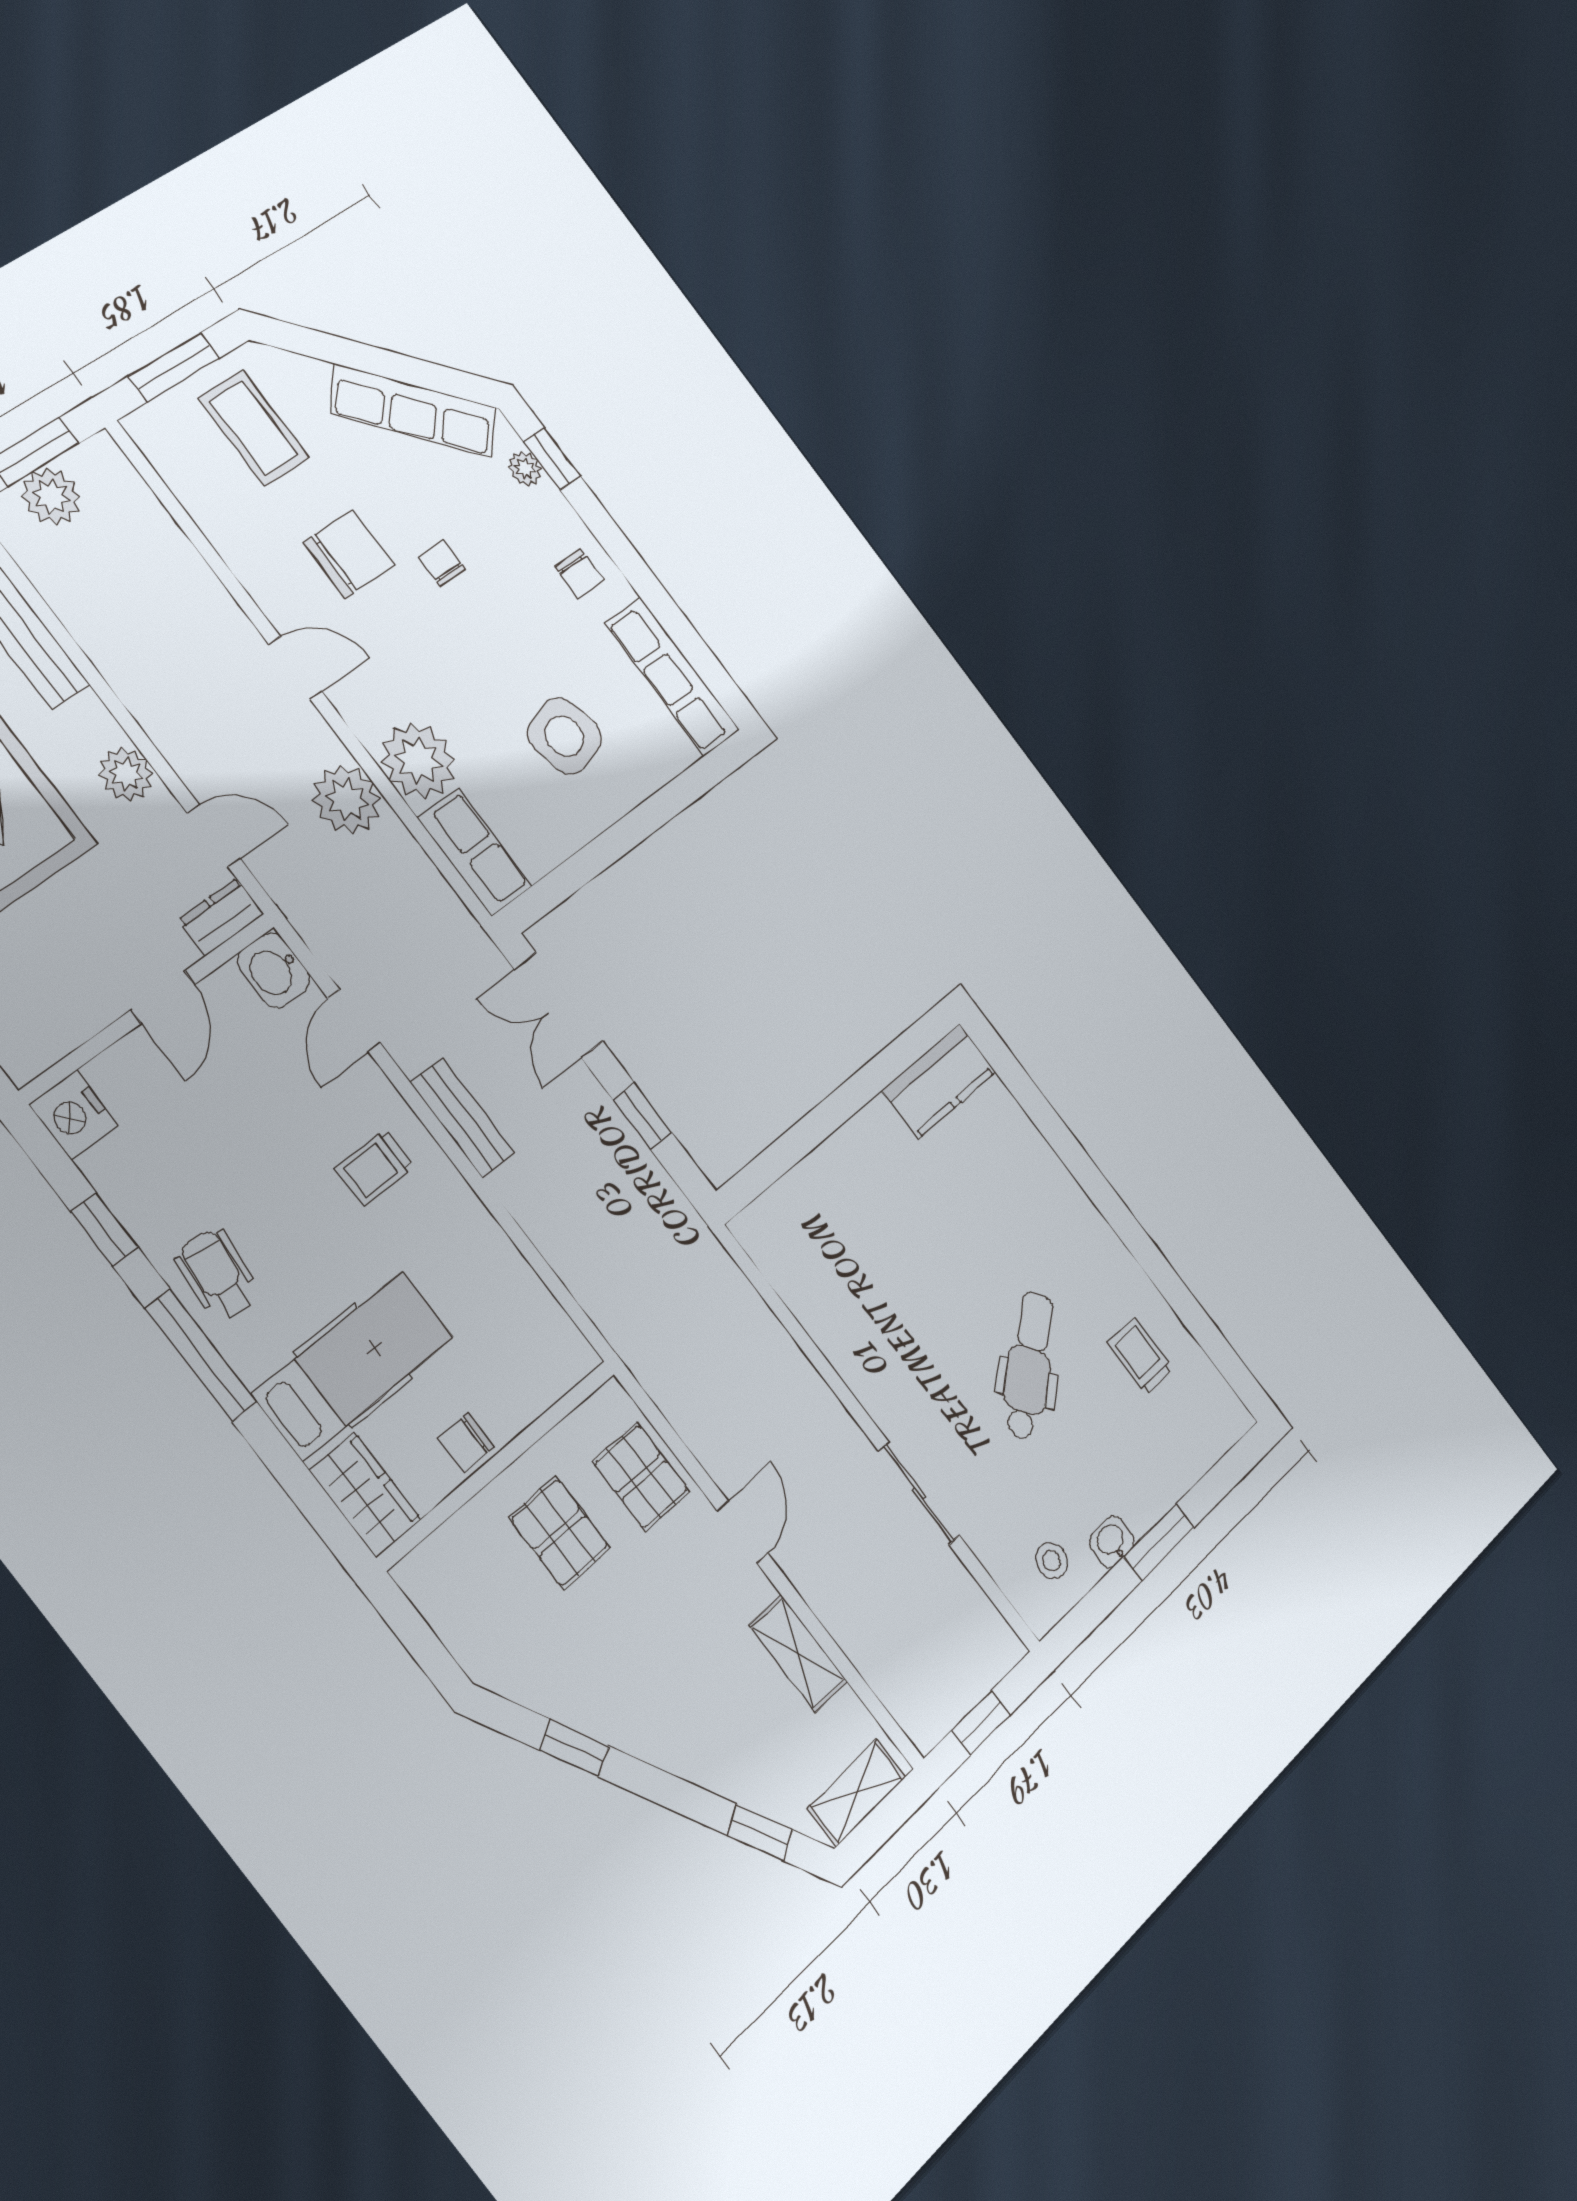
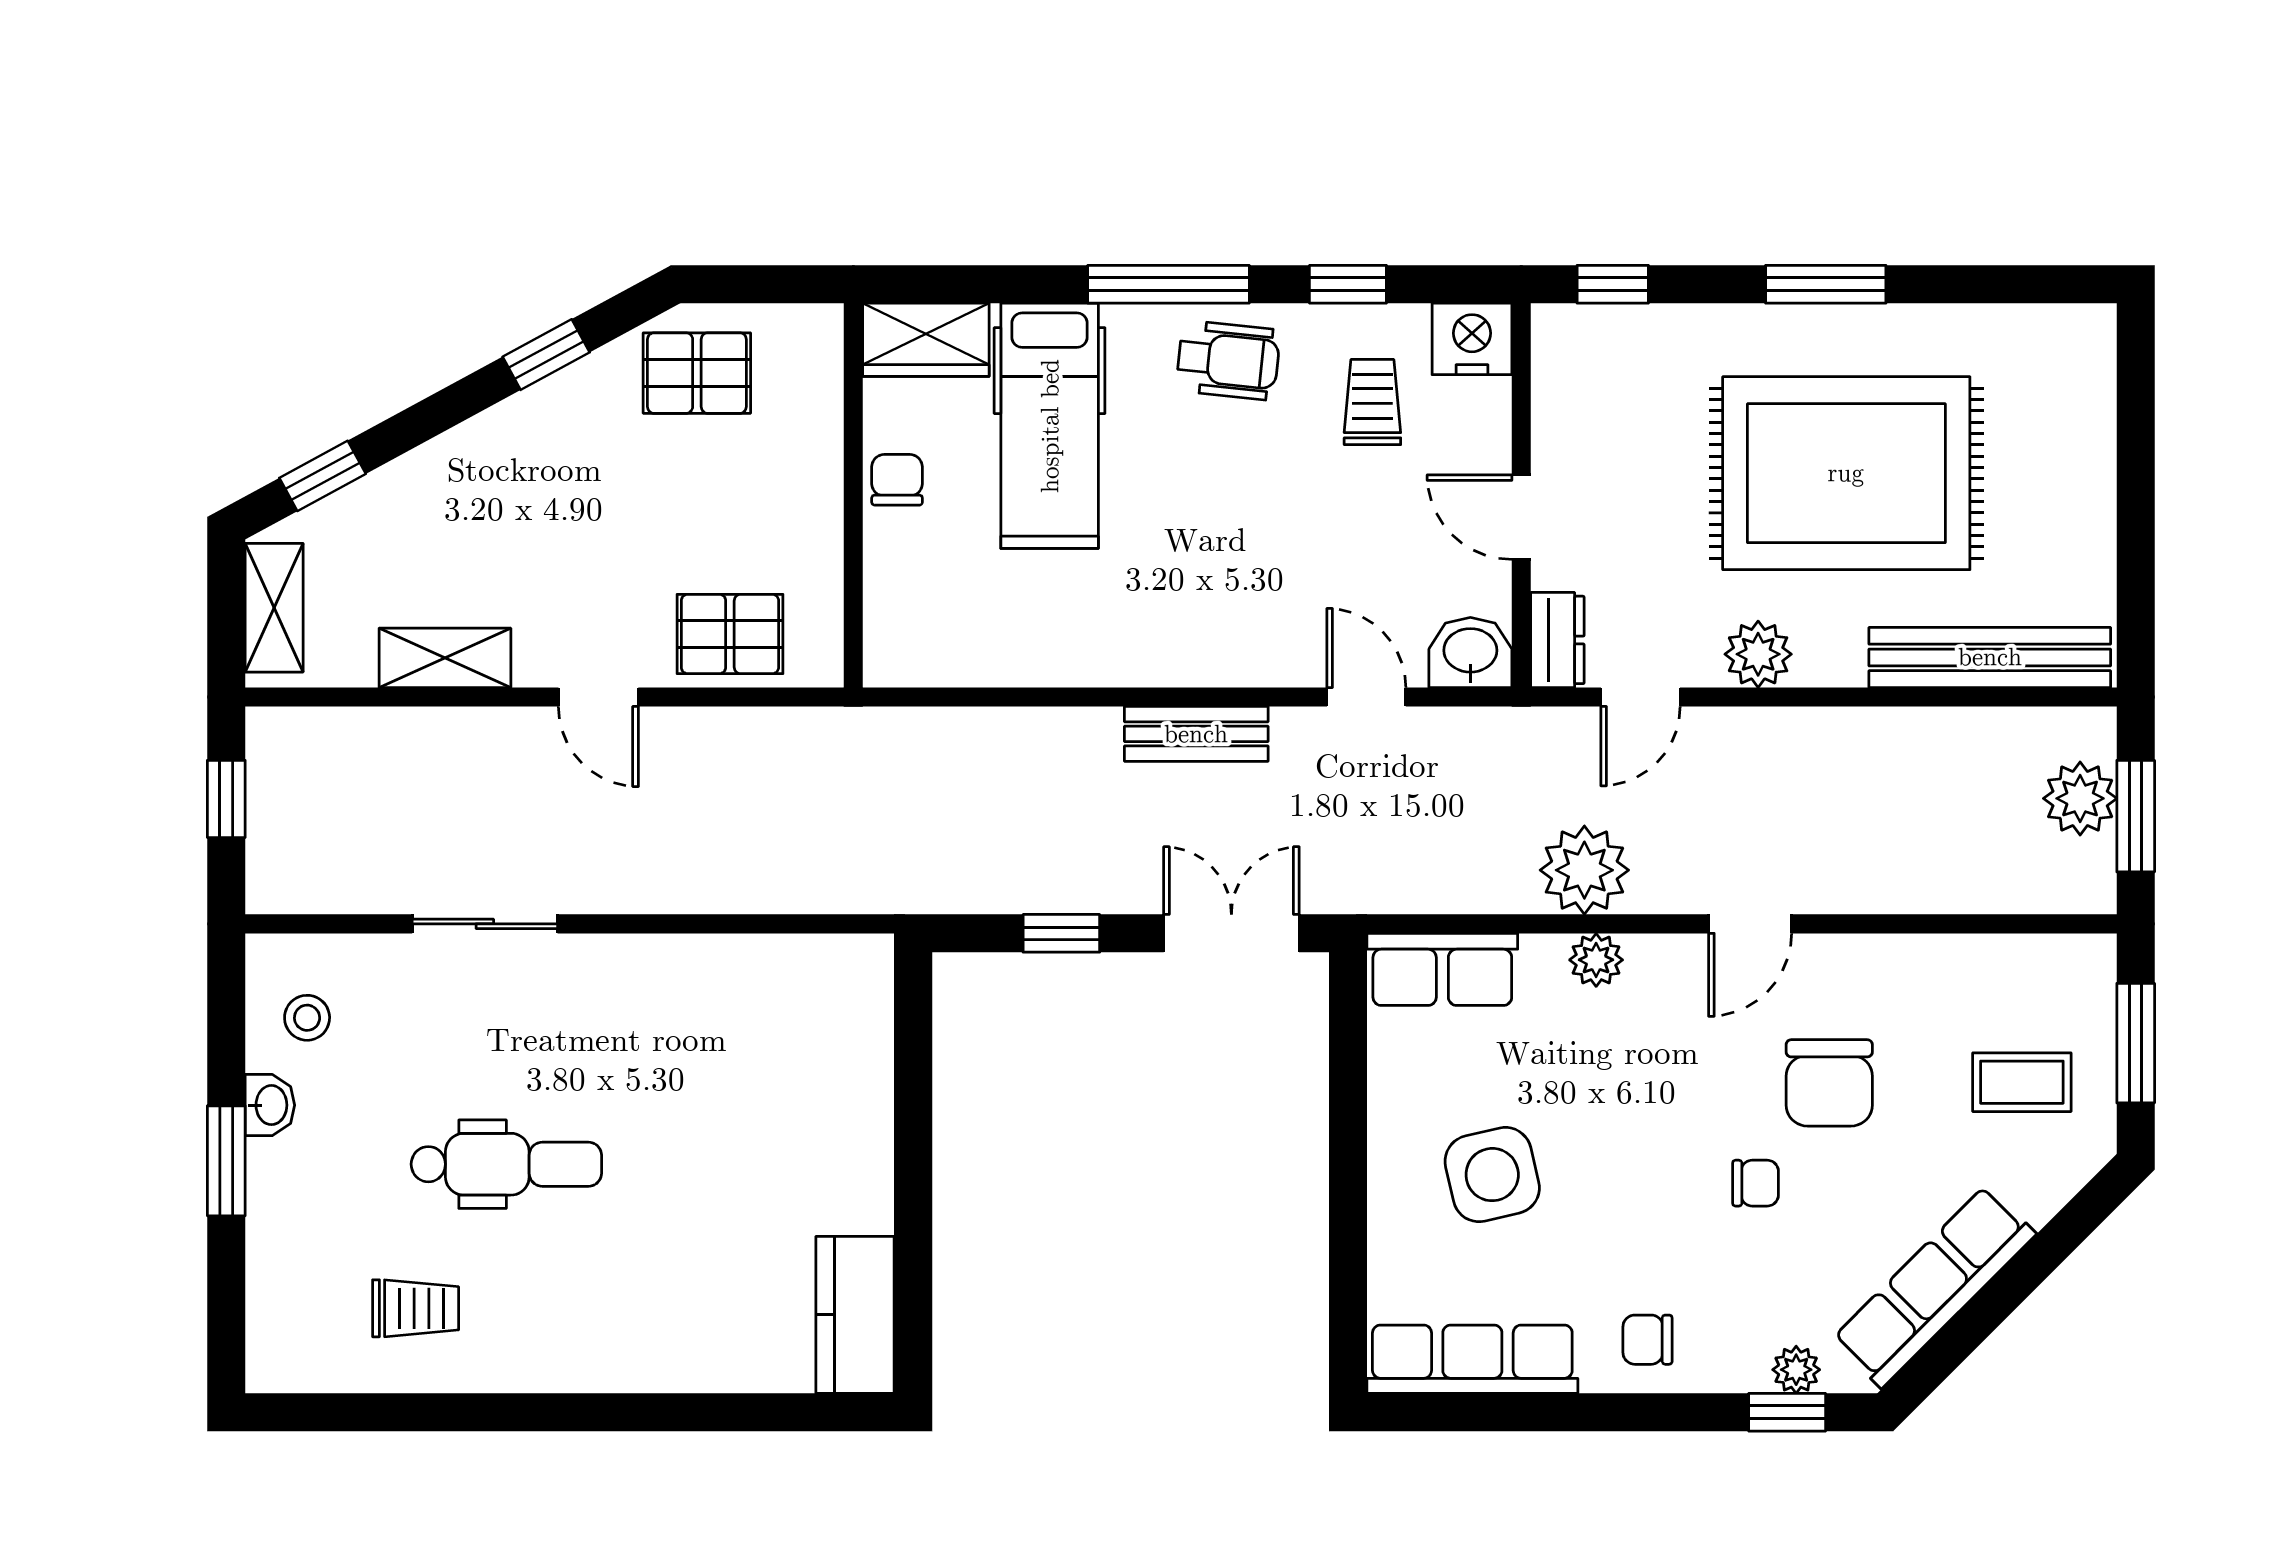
coffee table: (254, 428) -> (2022, 1082), width x0.73, depth x0.77
plant: (418, 761) -> (1596, 960), width x0.53, depth x0.53
trolley: (375, 1167) -> (1372, 402), moved
dental chair: (1029, 1366) -> (506, 1164), turned -53
pallet: (559, 1532) -> (697, 373), moved

